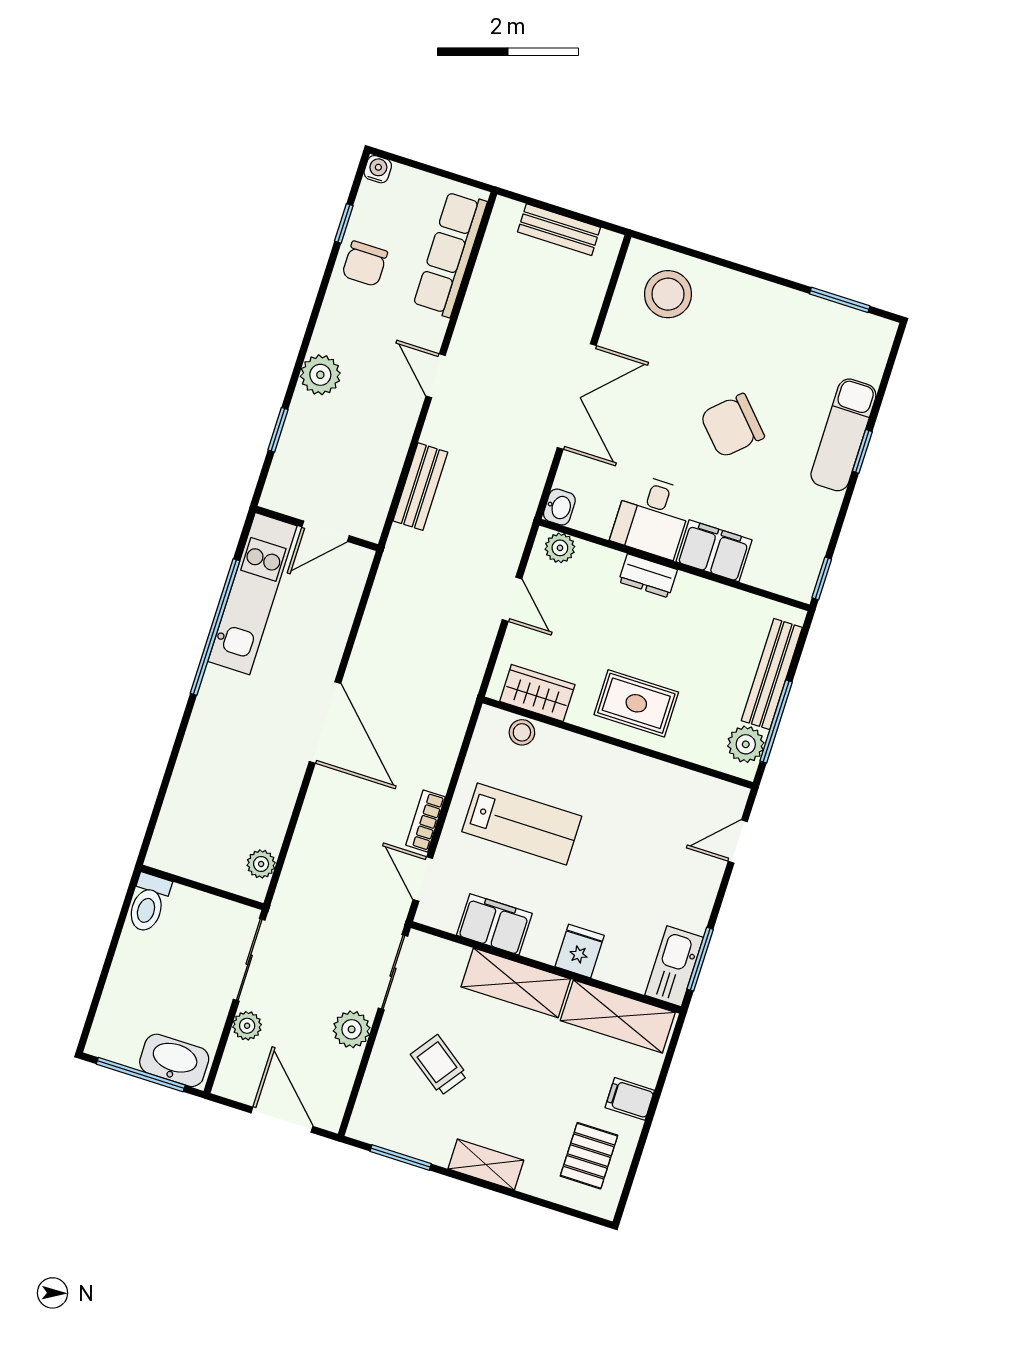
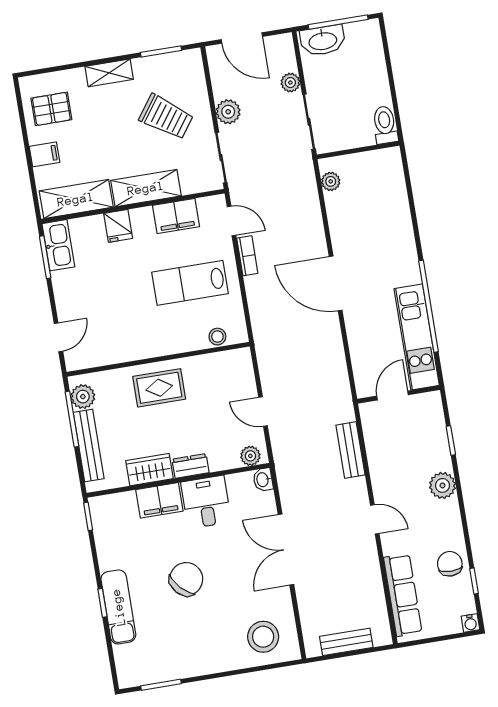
wardrobe: (537, 693) -> (149, 470), moved, turned 180
trolley: (439, 1065) -> (166, 117), width x1.36, depth x1.39
pallet: (589, 1156) -> (51, 109), turned 90

